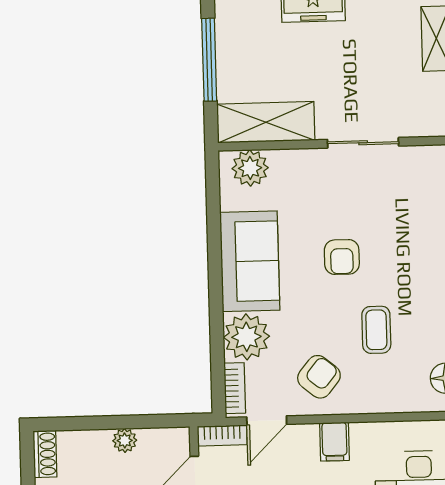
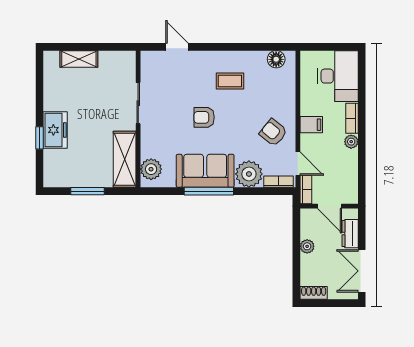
window: (209, 60) -> (88, 191), width x0.69
armchair: (342, 257) -> (204, 117), turned 180
window: (215, 269) -> (209, 191), added
coffee table: (376, 330) -> (230, 81), moved

